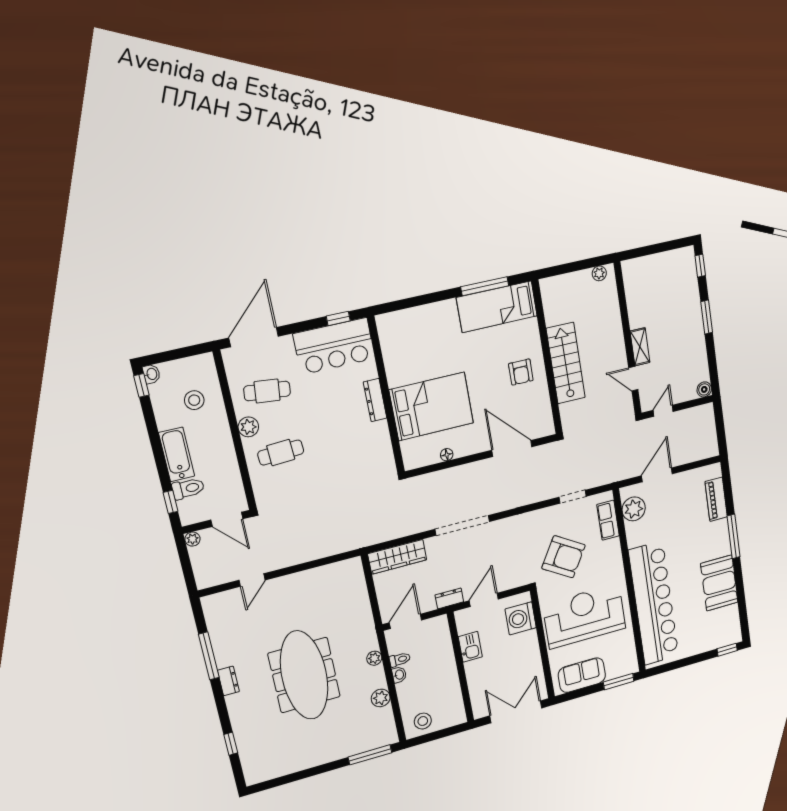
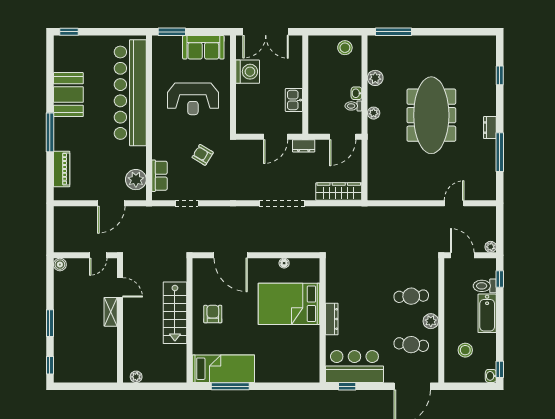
armchair: (563, 557) -> (203, 155), width x0.53, depth x0.53
reception desk: (584, 616) -> (193, 99), width x0.74, depth x0.77
washing machine: (521, 618) -> (248, 72), moved

